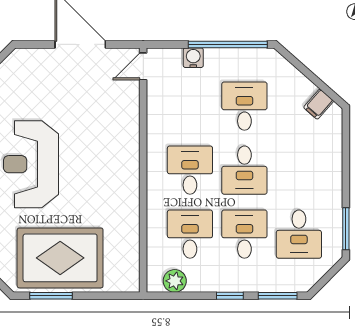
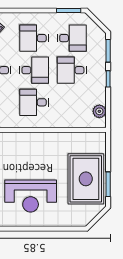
desk: (190, 234) -> (34, 38), moved

